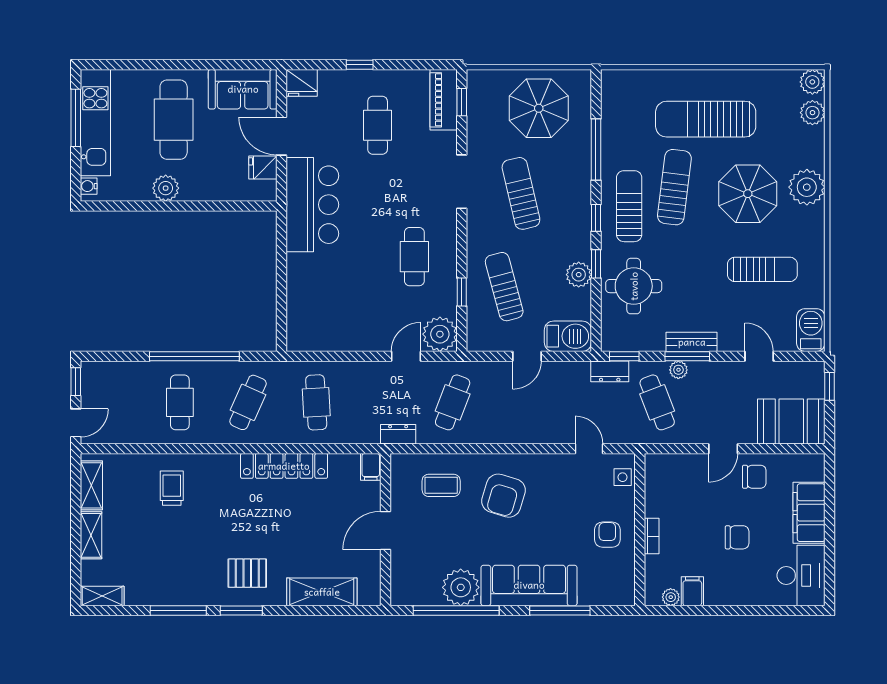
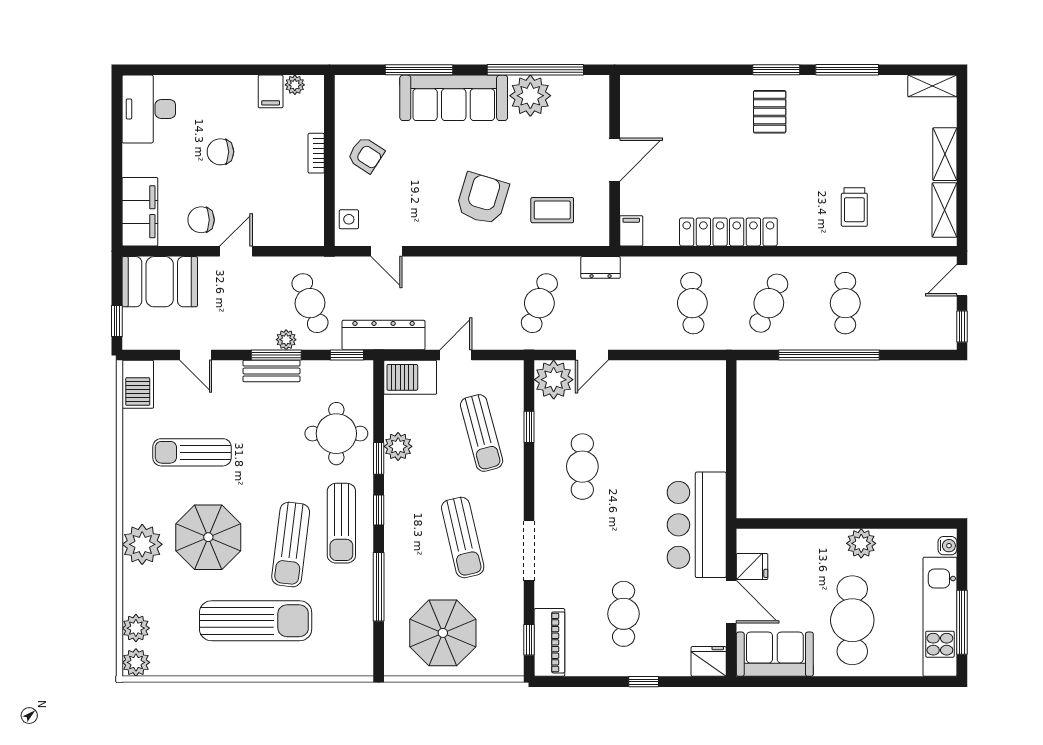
dresser: (610, 371) -> (384, 335), width x1.96, depth x1.24
filing cabinet: (809, 513) -> (140, 212), moved
armchair: (607, 535) -> (366, 155), turned -57
pallet: (247, 573) -> (770, 112), turned 90
shelving: (322, 592) -> (686, 91), removed

